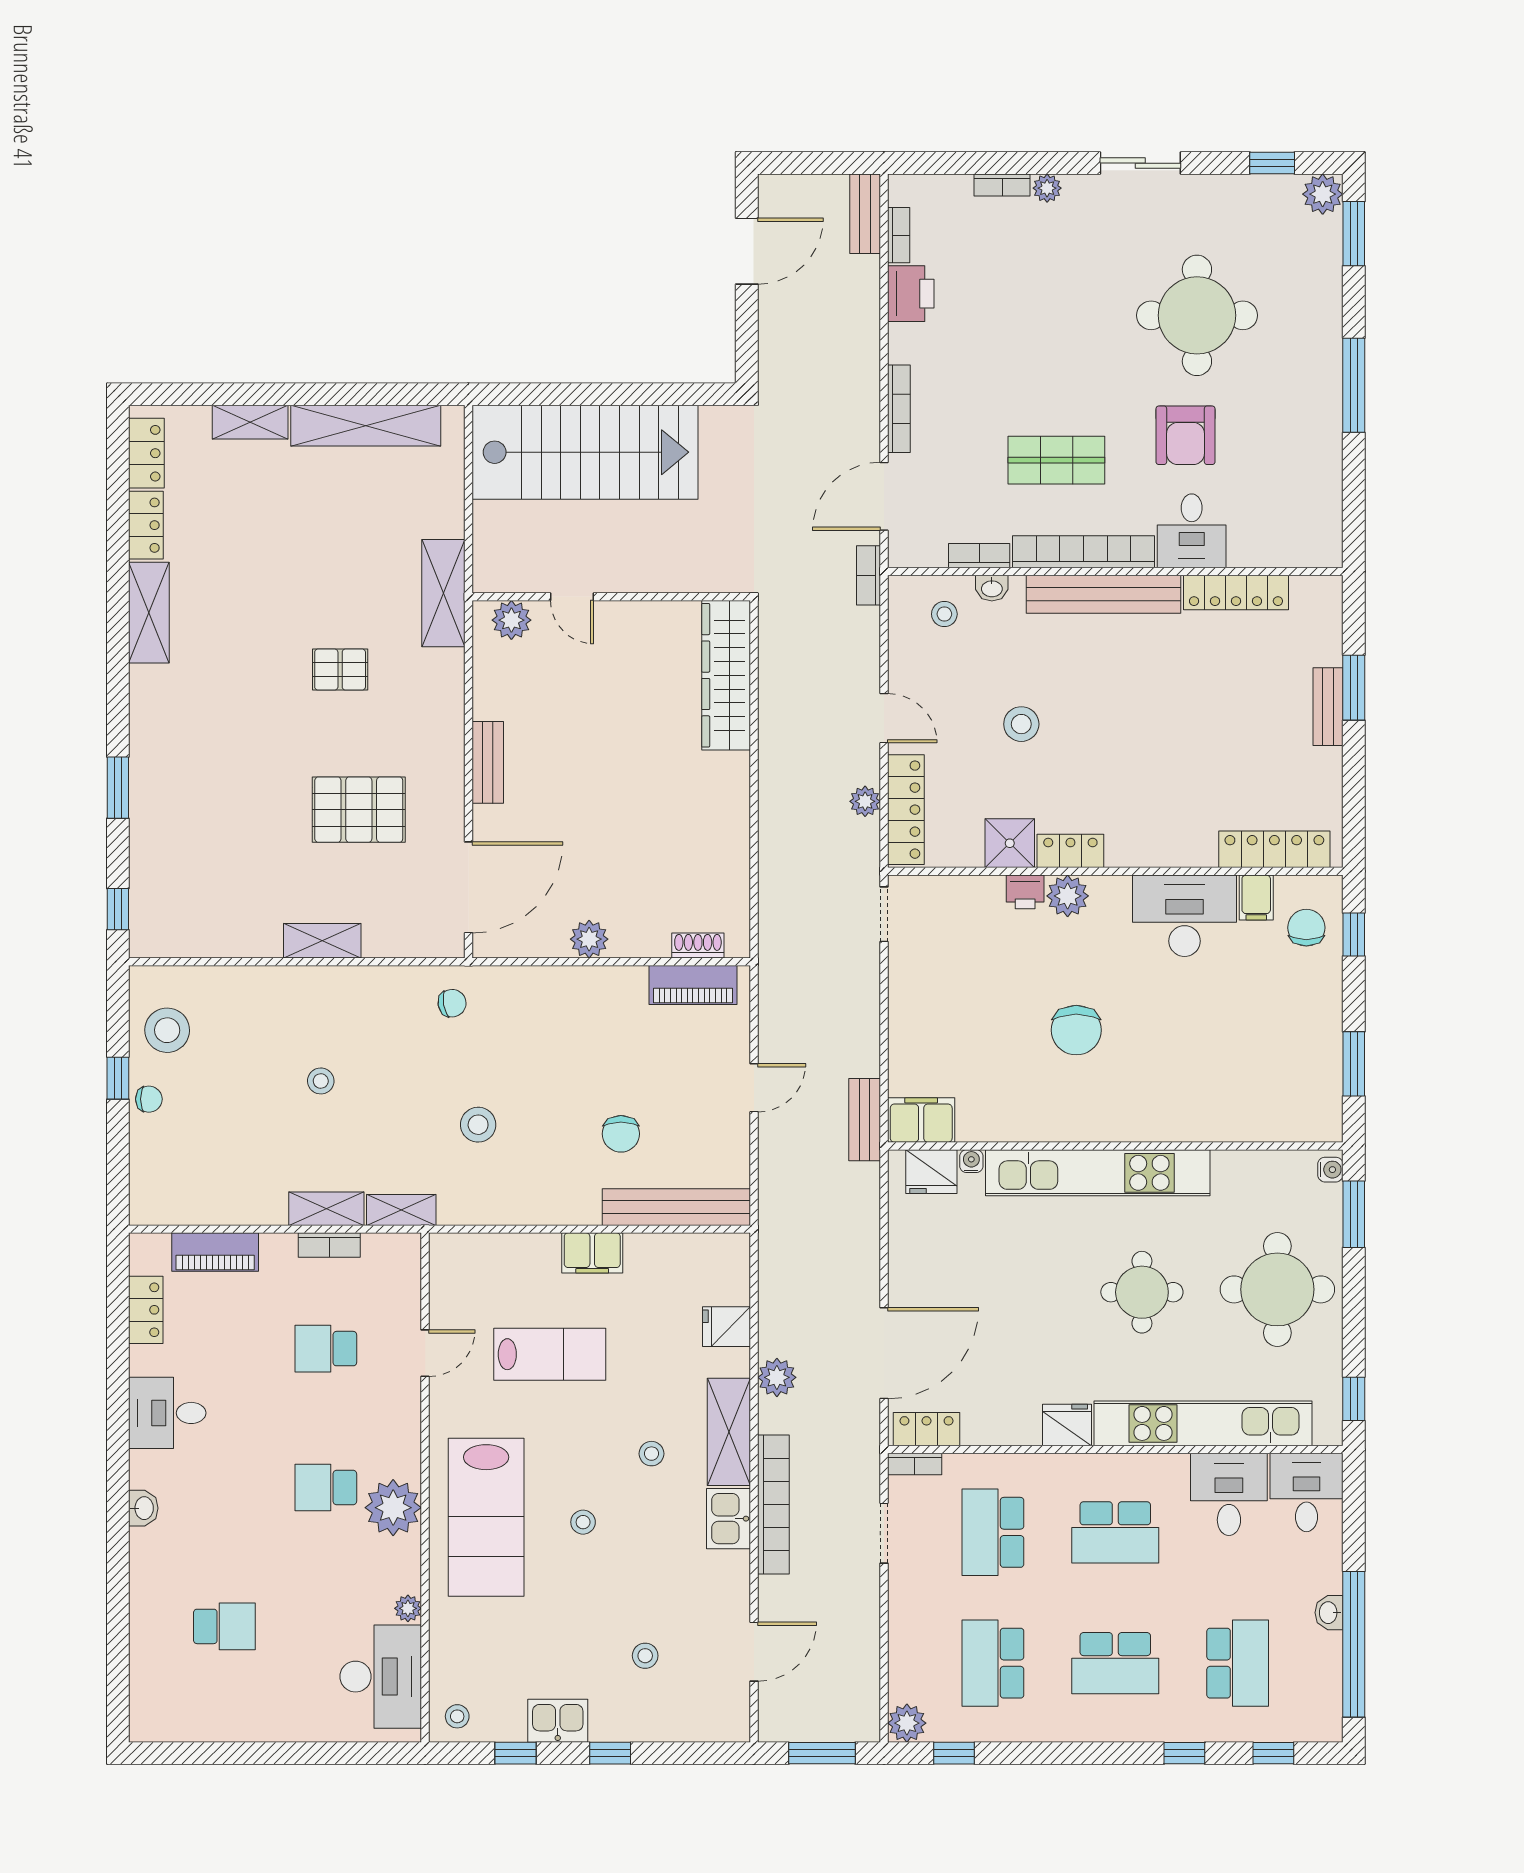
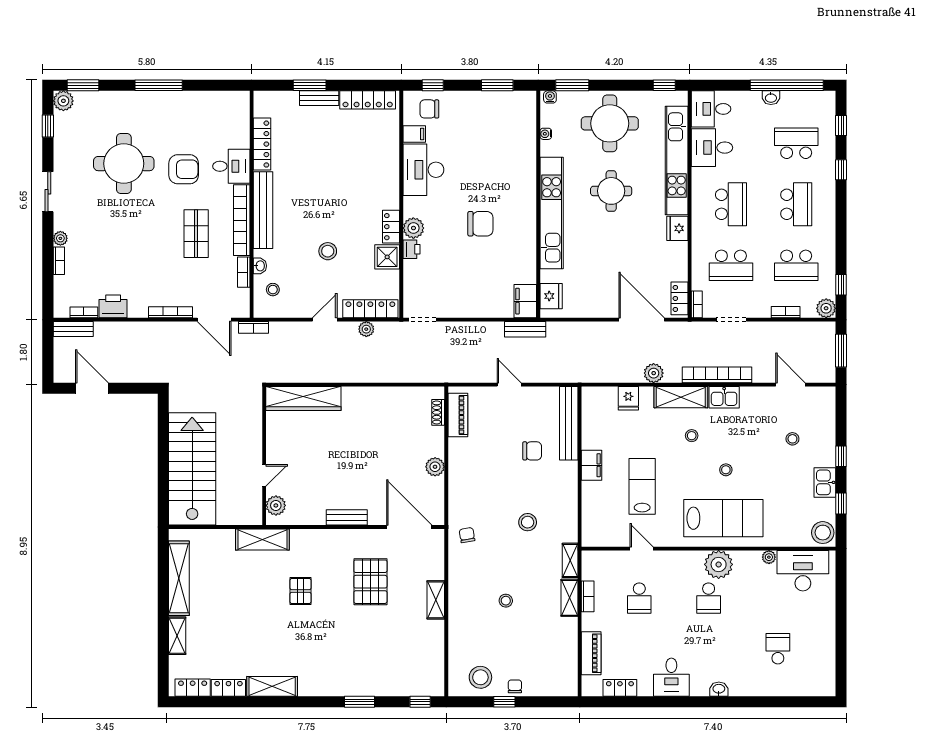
locker: (1274, 849) -> (368, 100), moved, turned -90
water cooler: (971, 1161) -> (546, 134), moved
bookcase: (899, 1642) -> (786, 312), added
stool: (457, 1716) -> (823, 533), width x1.89, depth x1.89

